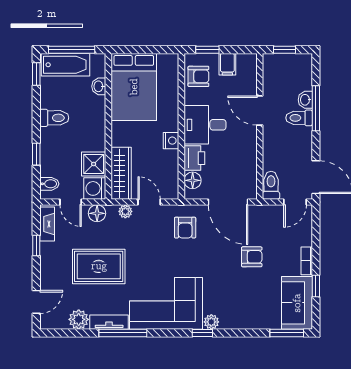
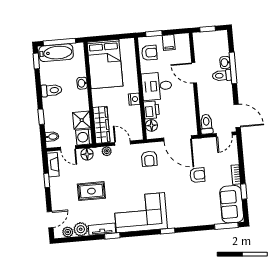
washbasin: (99, 86) -> (82, 83), moved
rug: (99, 266) -> (91, 191), width x0.73, depth x0.70
plant: (211, 322) -> (68, 232), moved
window: (123, 333) -> (112, 236), width x0.46

